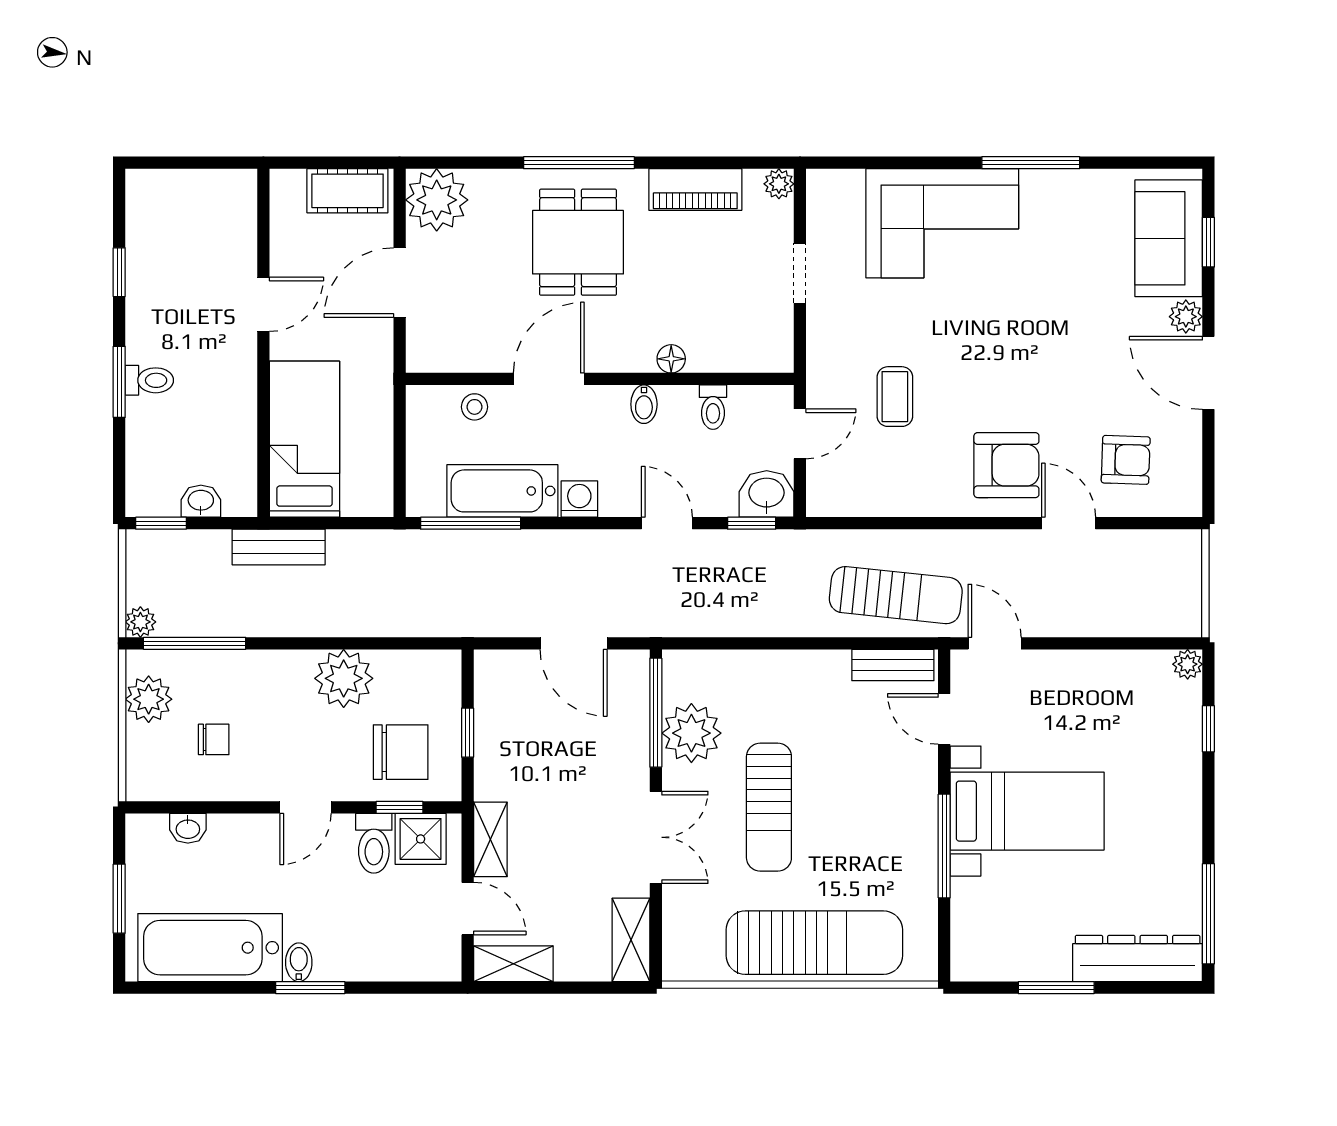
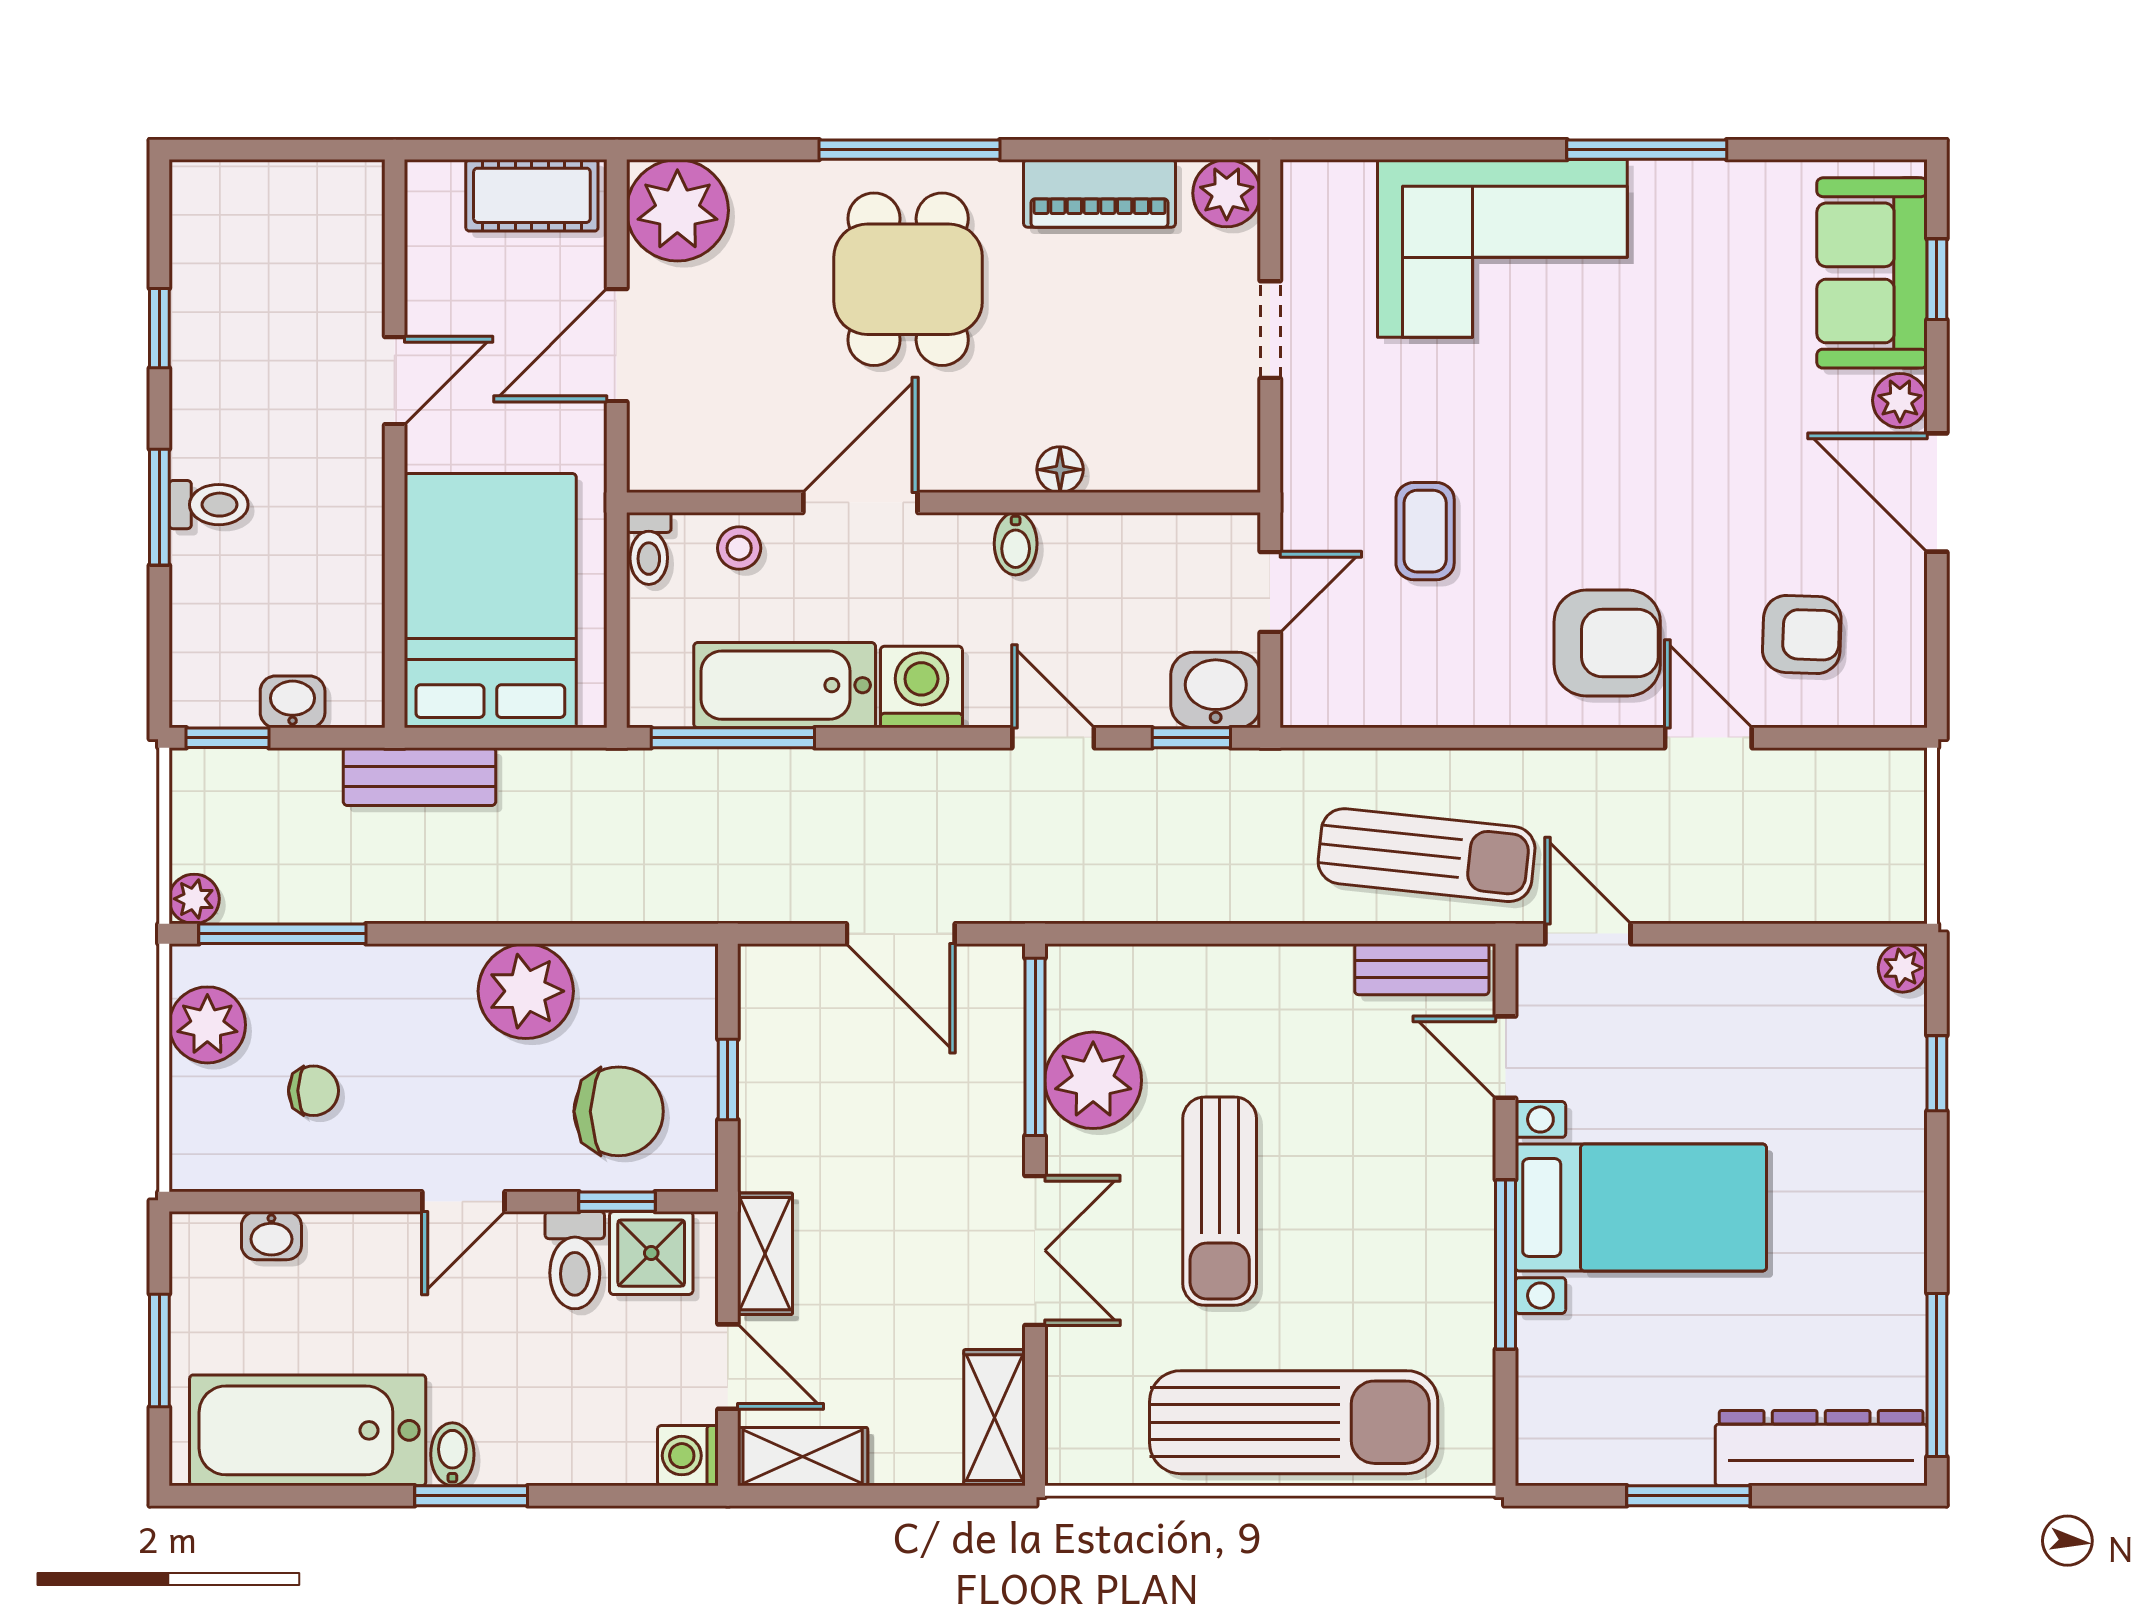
plant: (779, 184) -> (1227, 193), width x1.38, depth x1.38
toilet: (713, 407) -> (649, 548), moved
bed: (304, 439) -> (490, 601), width x1.50
washing machine: (579, 499) -> (921, 687), width x1.38, depth x1.38
washing machine: (443, 963) -> (688, 1456), added

